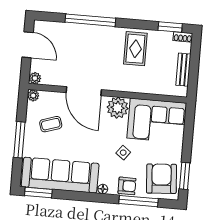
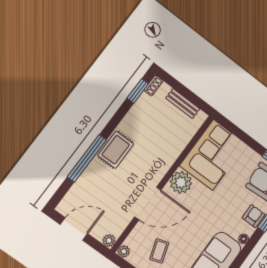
rug: (135, 49) -> (116, 150), moved, turned 90
side table: (123, 153) -> (223, 202), removed

